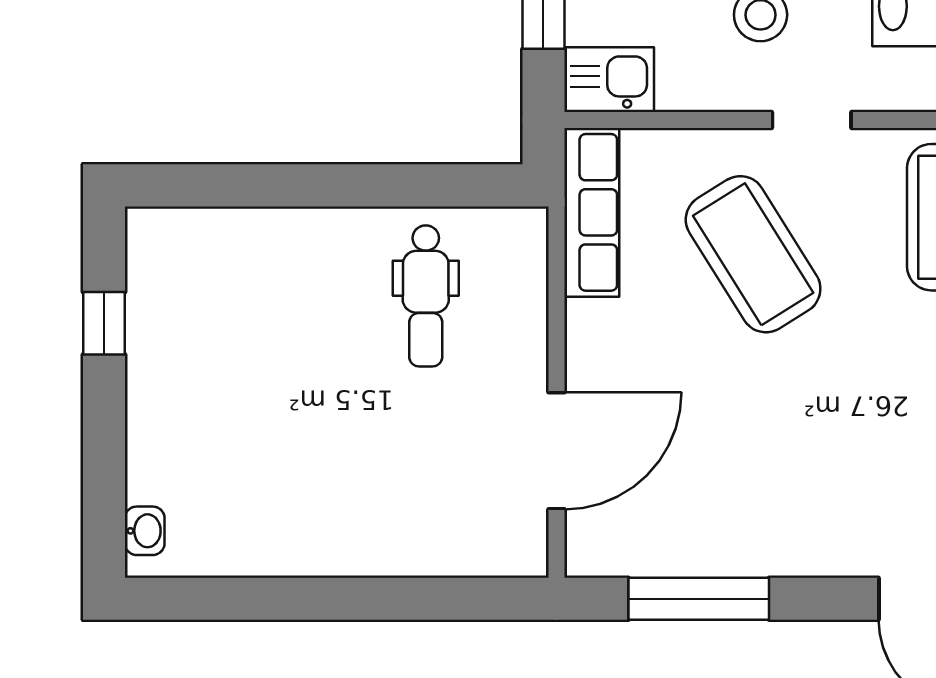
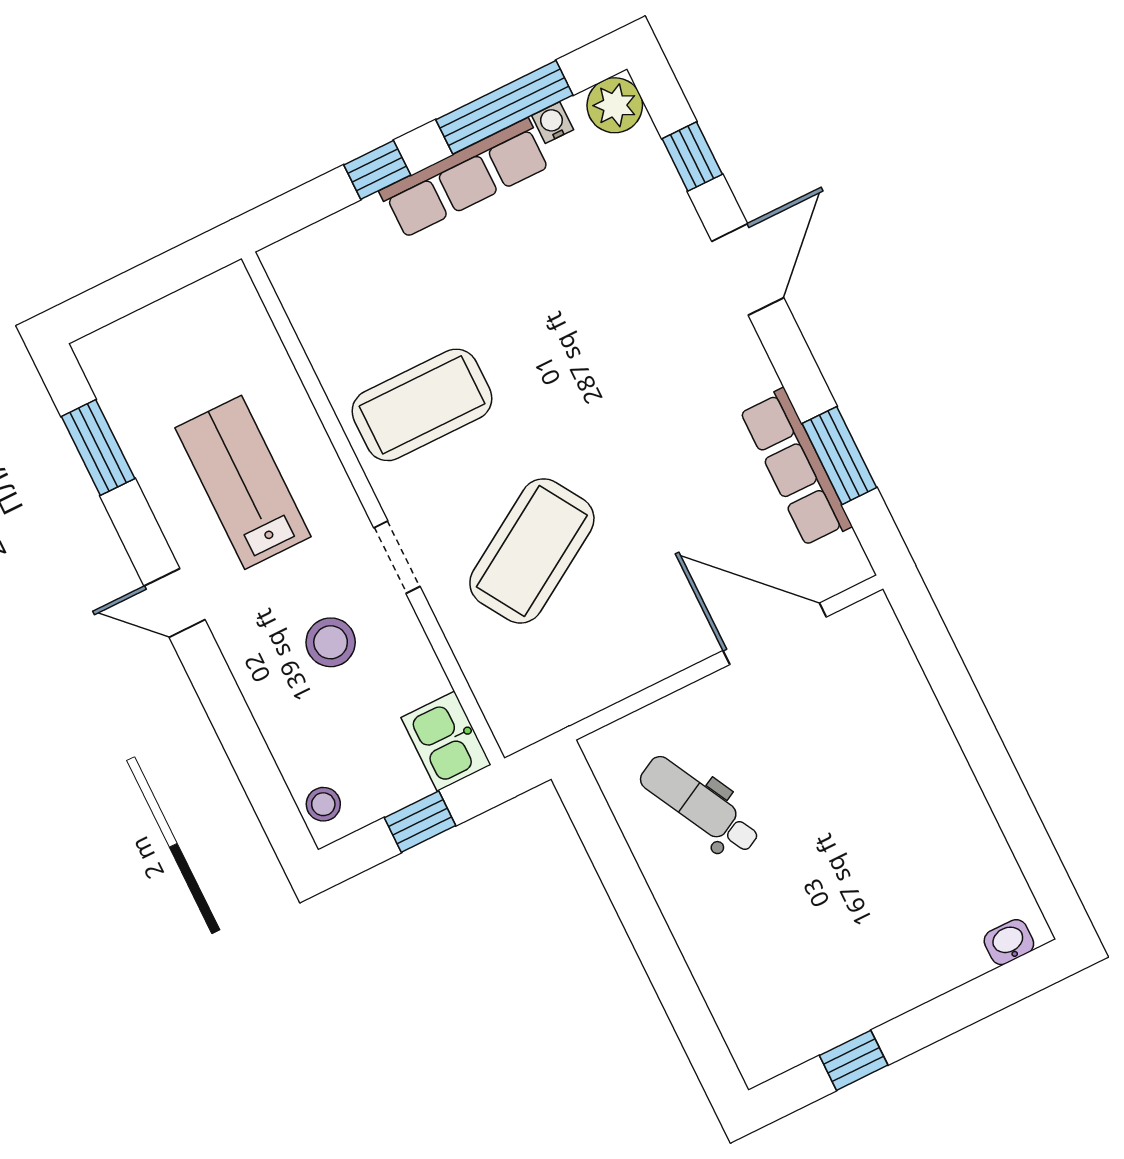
row of seats: (592, 212) -> (796, 468), moved, turned -90
dental chair: (426, 296) -> (700, 805), turned -118
window: (699, 599) -> (839, 456), width x0.69

